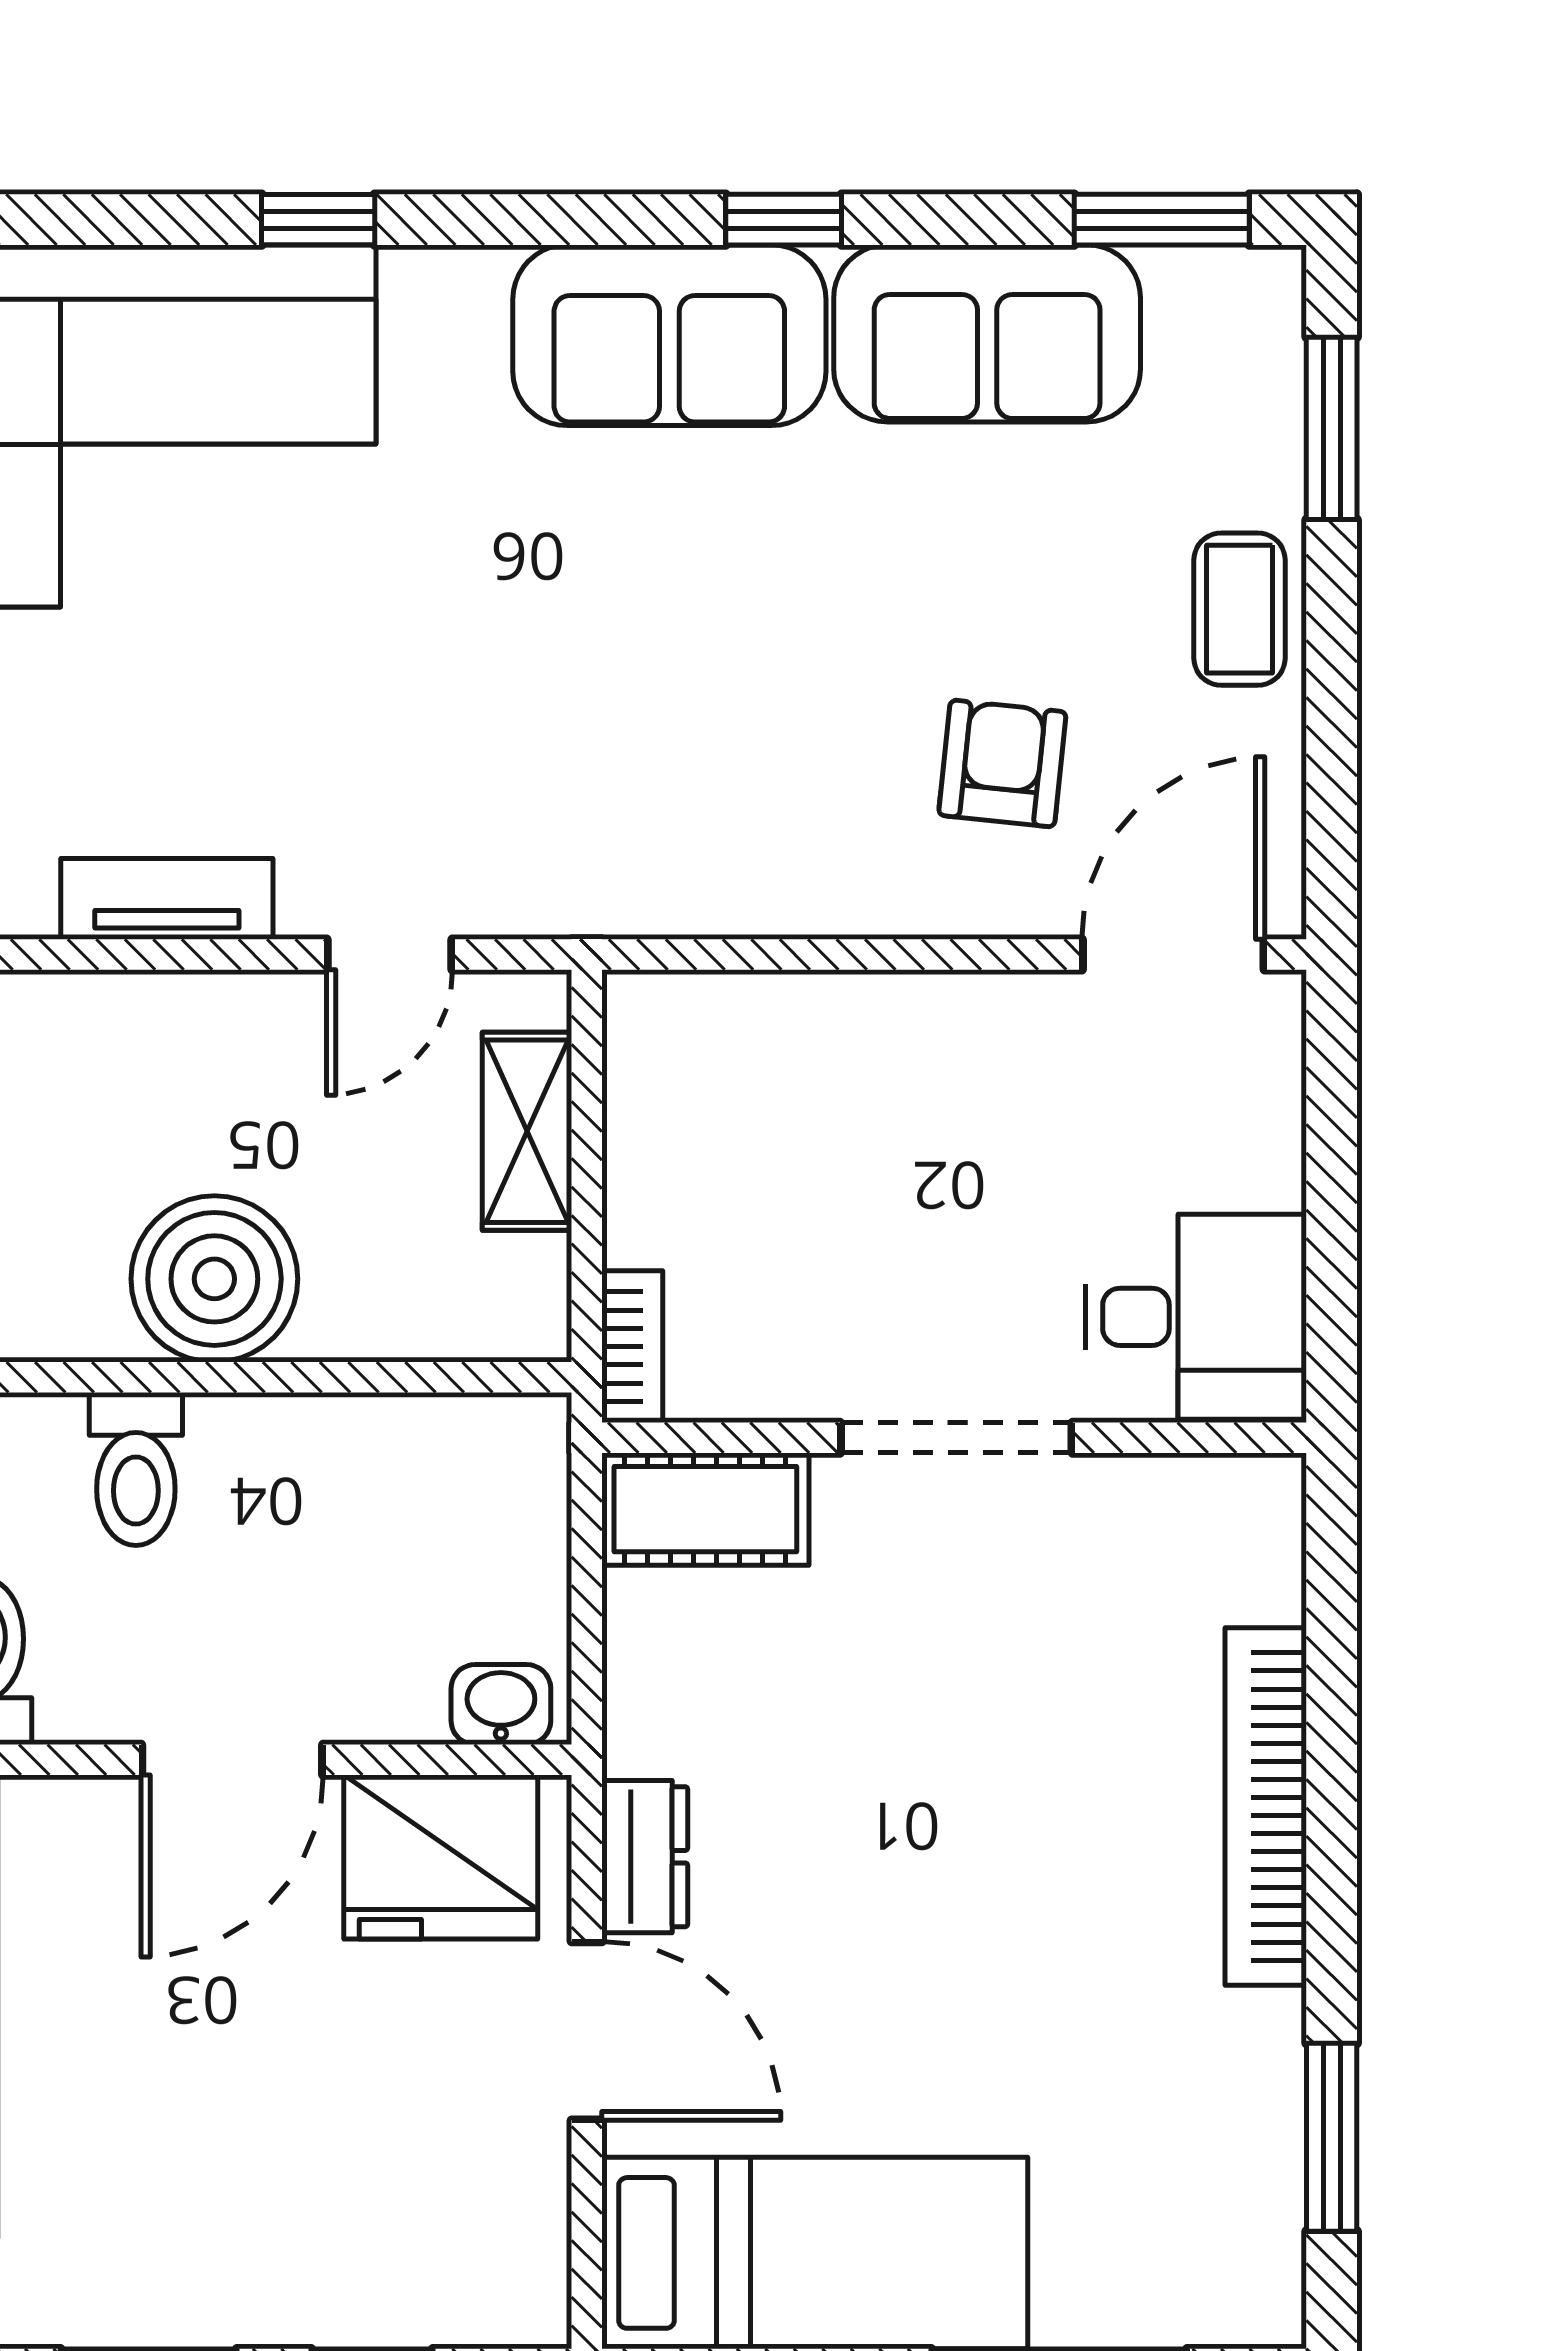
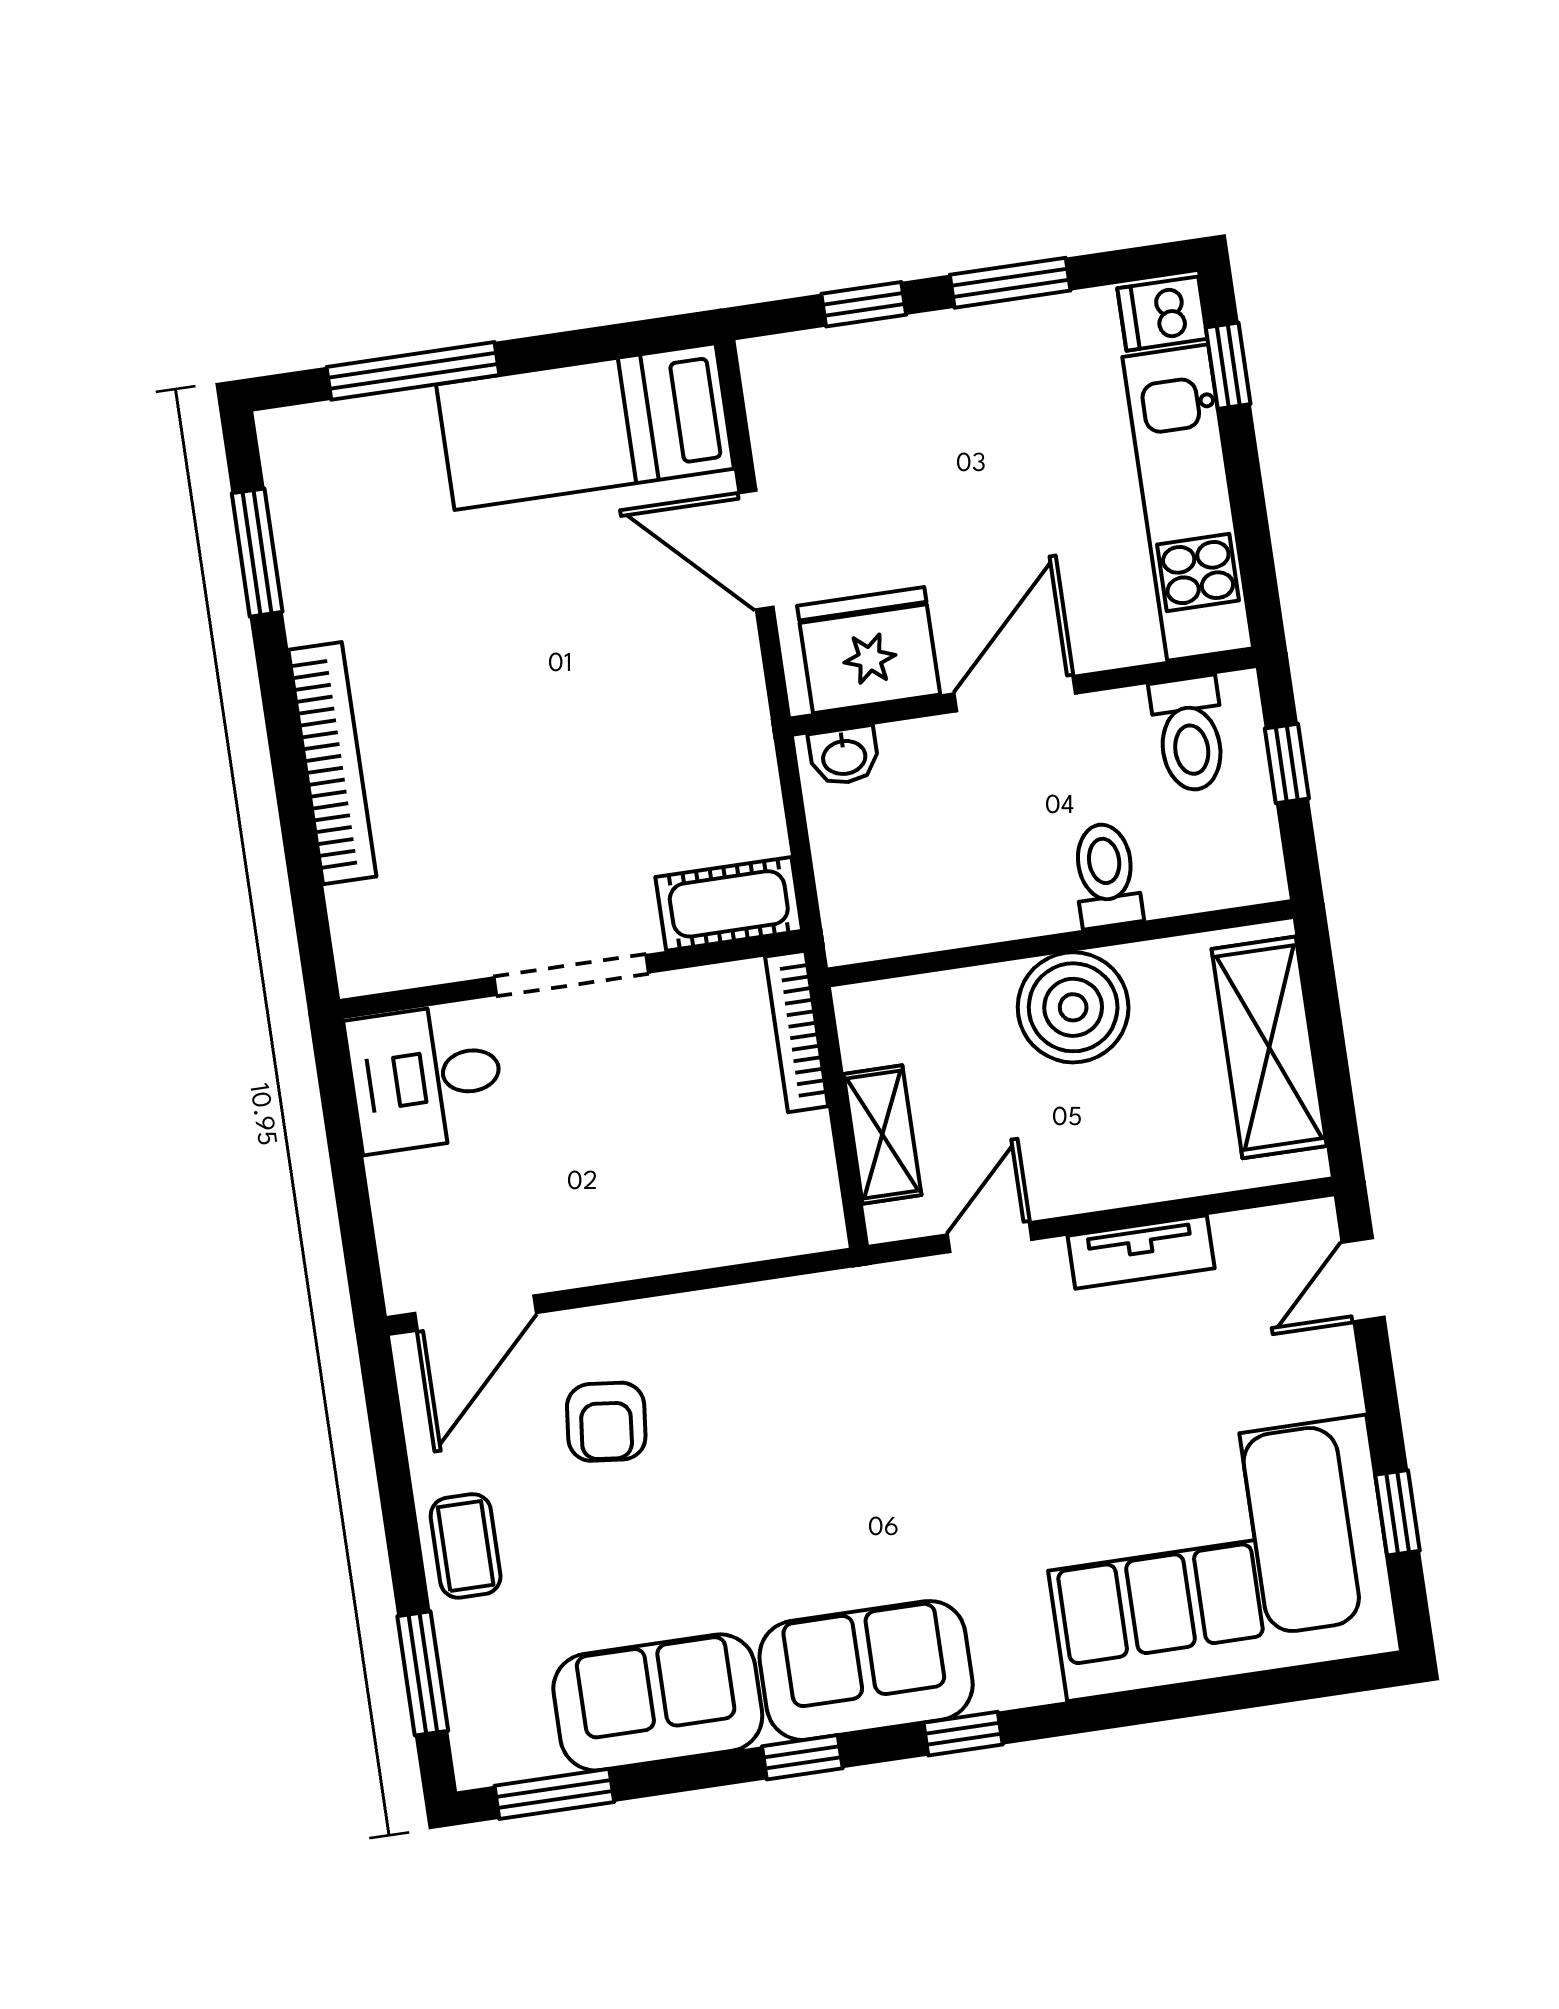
window: (318, 220) -> (963, 1734), moved
bookcase: (632, 1347) -> (797, 1031), width x1.56
dresser: (645, 1857) -> (735, 670), removed

